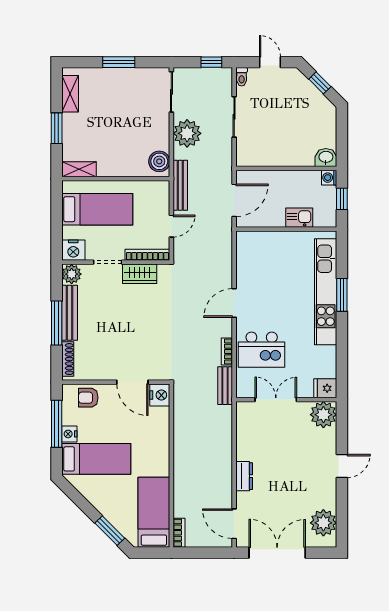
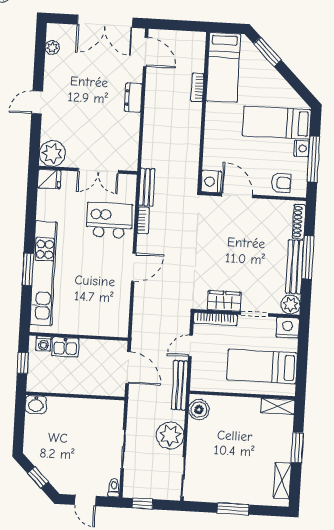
washing machine: (329, 178) -> (43, 344), moved, turned 90
door: (234, 200) -> (128, 368), swing flipped
plant: (323, 523) -> (52, 48), width x0.53, depth x0.53
bookcase: (179, 533) -> (197, 88), moved

